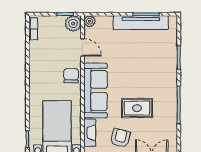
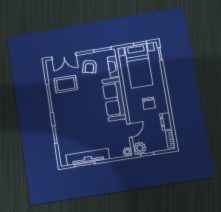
door: (82, 47) -> (130, 131), swing flipped
dresser: (35, 52) -> (166, 121), added
chair: (71, 76) -> (149, 103), moved
rug: (137, 108) -> (66, 84), moved

